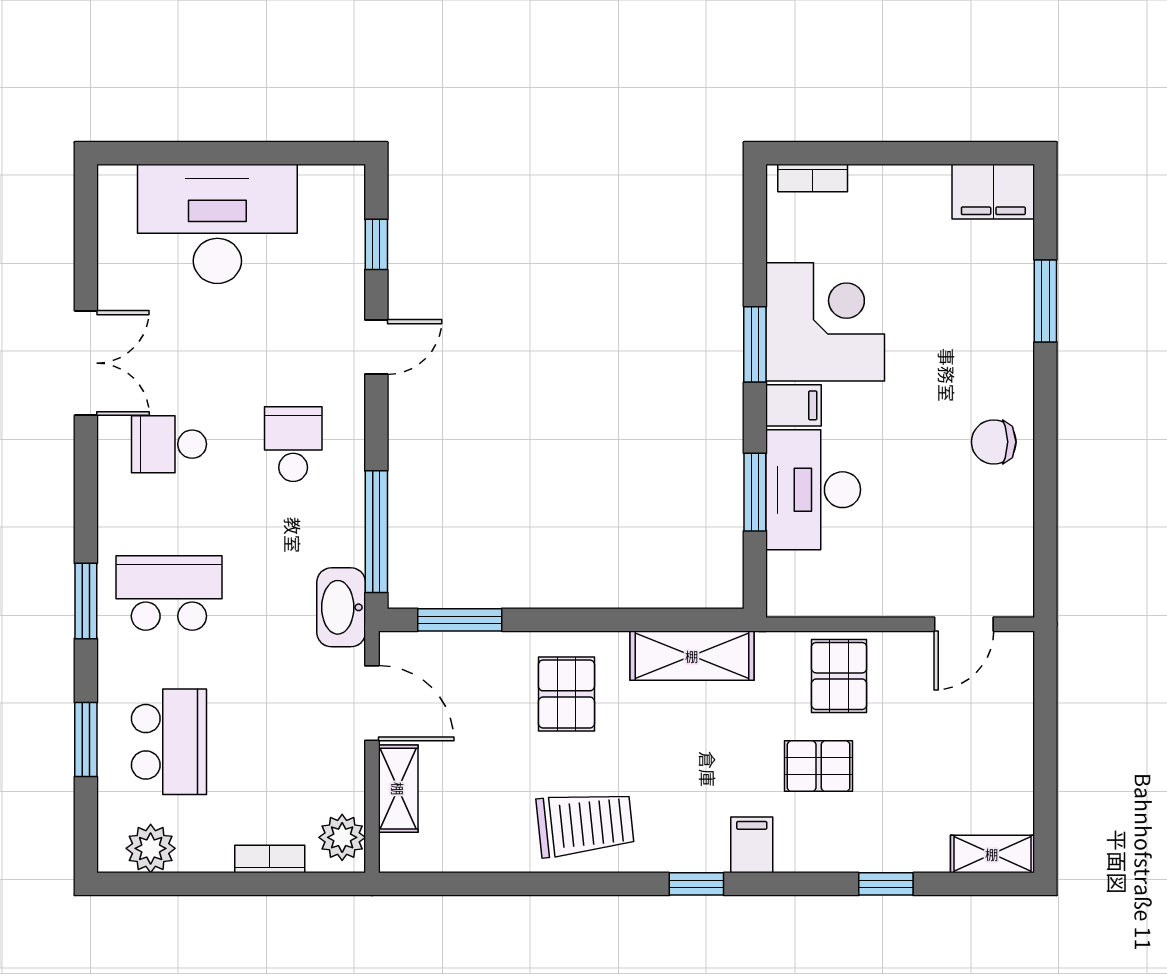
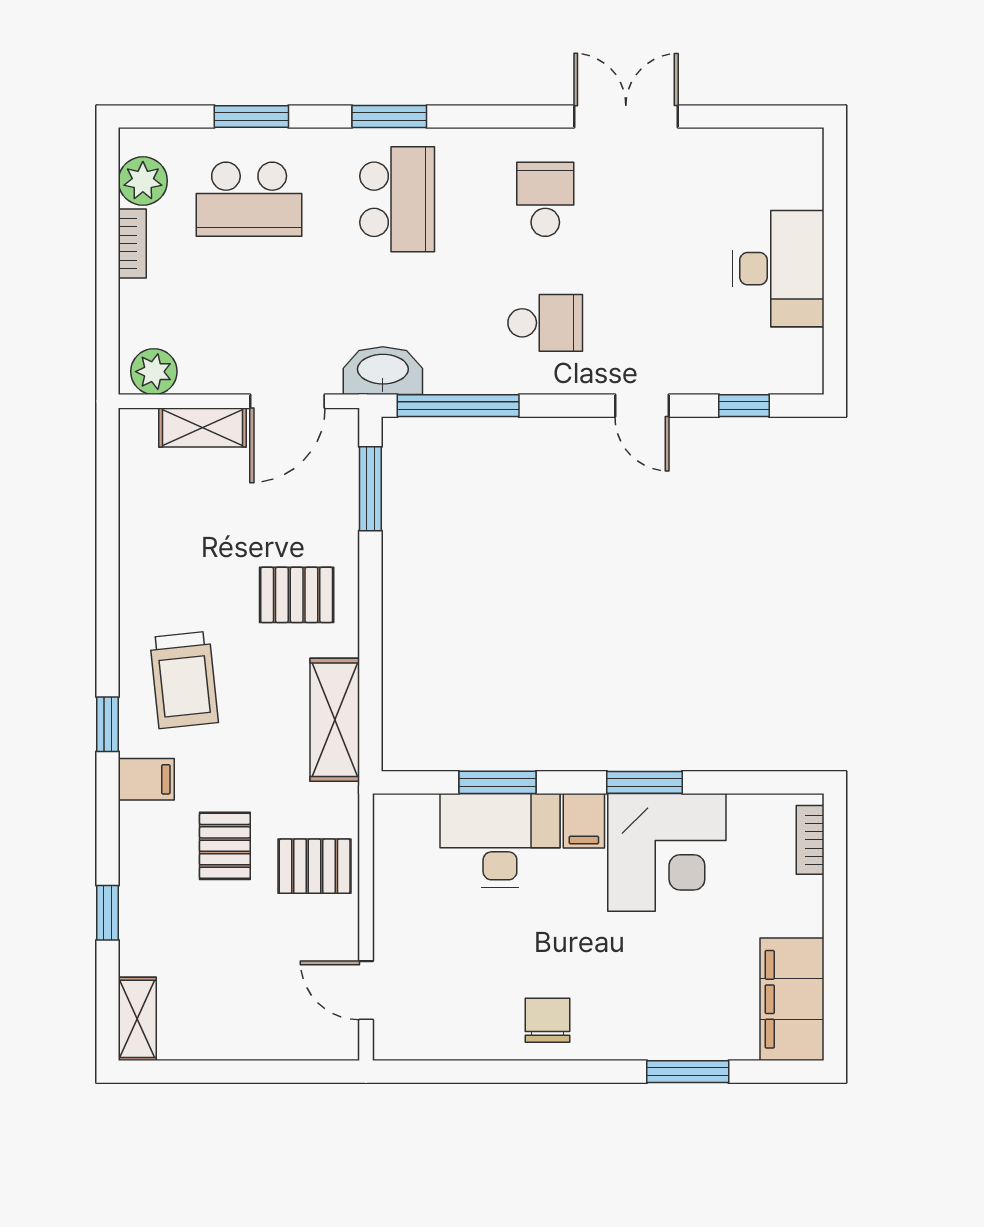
filing cabinet: (993, 192) -> (792, 999), width x1.50, depth x1.17
desk: (217, 224) -> (778, 269), width x0.73, depth x0.77
double door: (86, 363) -> (626, 116), swing flipped
trolley: (585, 824) -> (184, 680), moved
bookcase: (270, 859) -> (132, 243), moved

